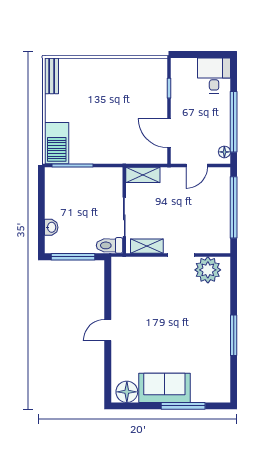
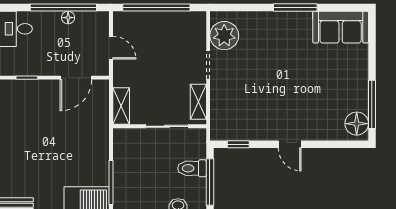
floor lamp: (224, 152) -> (68, 18), moved
toilet: (109, 245) -> (192, 168), moved, turned 90
window: (108, 283) -> (238, 144), added
sofa: (164, 388) -> (341, 27), moved, turned -90
window: (183, 406) -> (372, 104), moved

